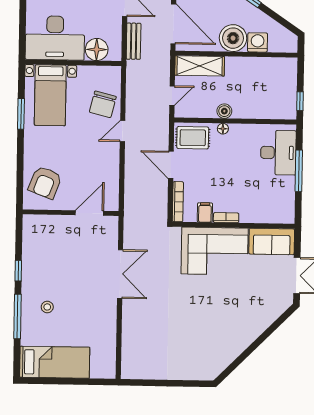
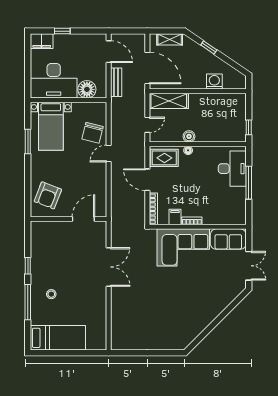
boiler: (233, 38) -> (195, 78), removed

